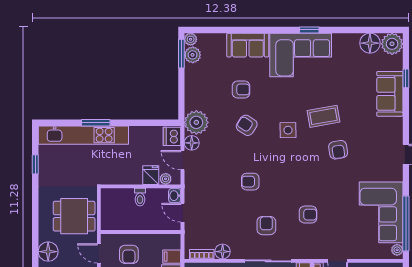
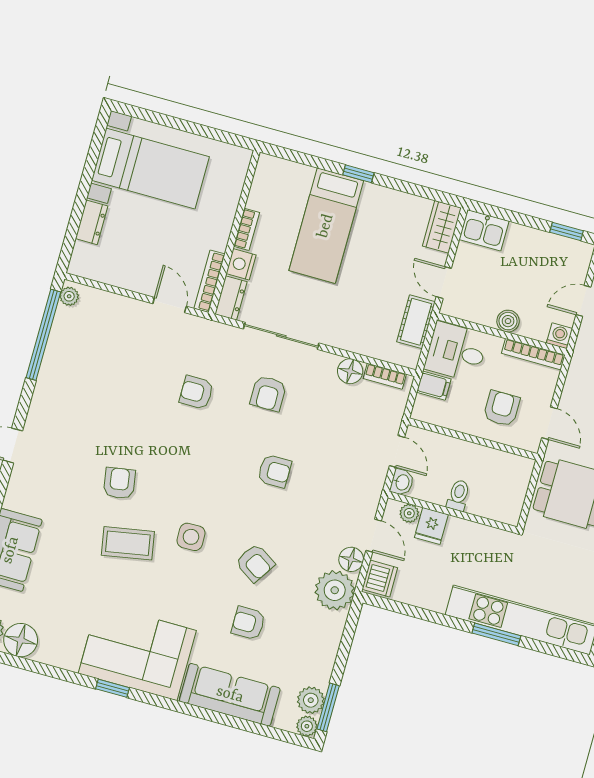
sofa: (248, 45) -> (230, 695), width x1.36
corner sofa: (381, 212) -> (78, 363), removed

